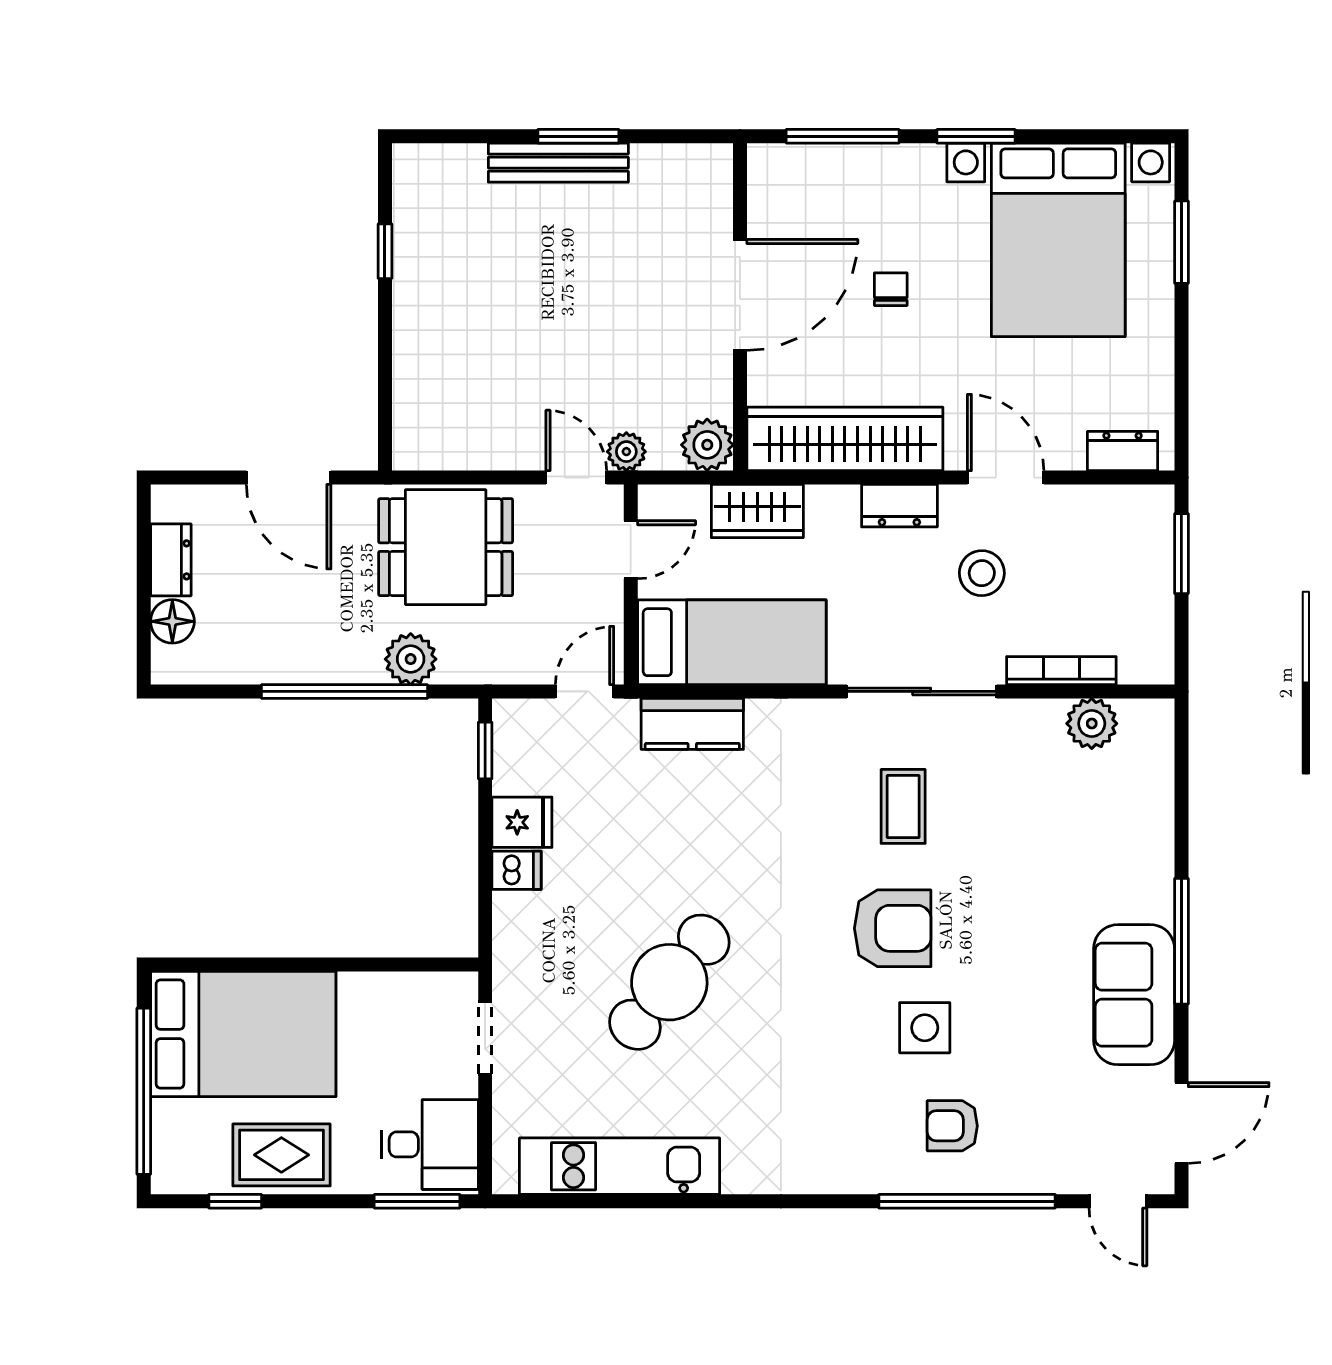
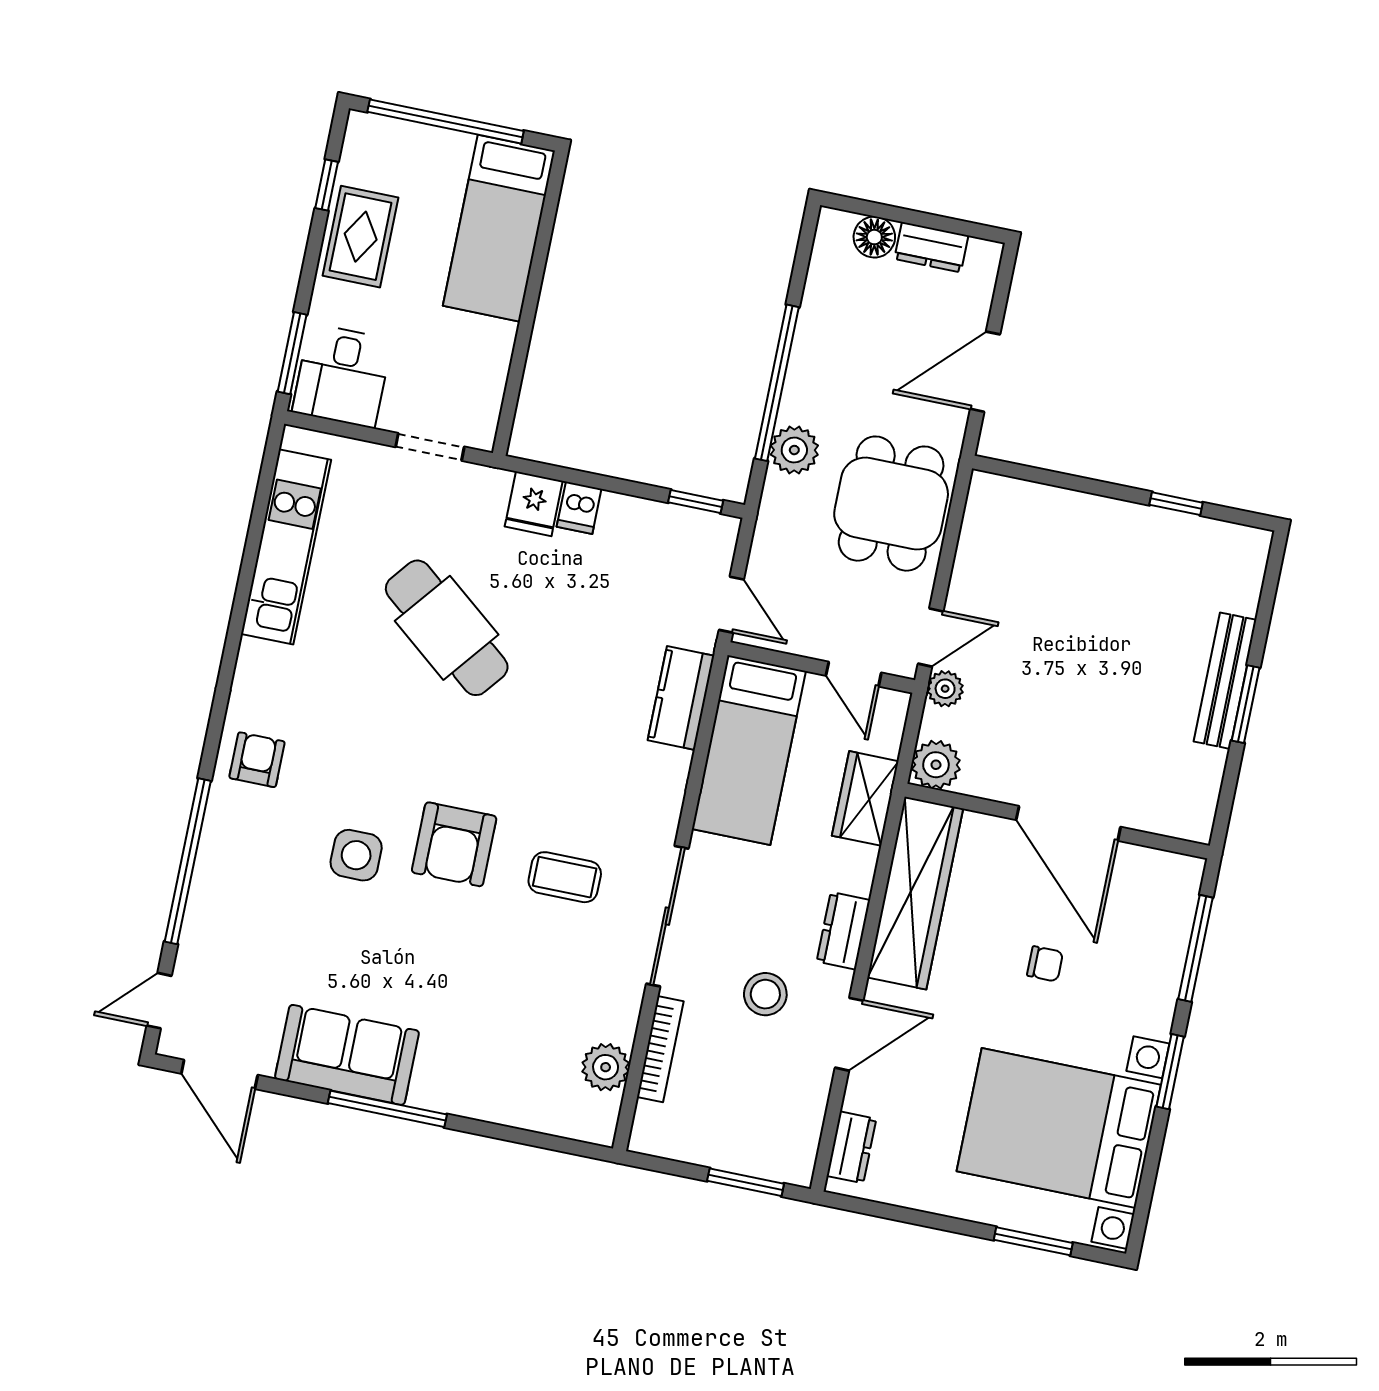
fridge: (522, 822) -> (534, 504), moved
bed: (243, 1034) -> (499, 228), width x0.67
armchair: (952, 1126) -> (257, 760), moved

